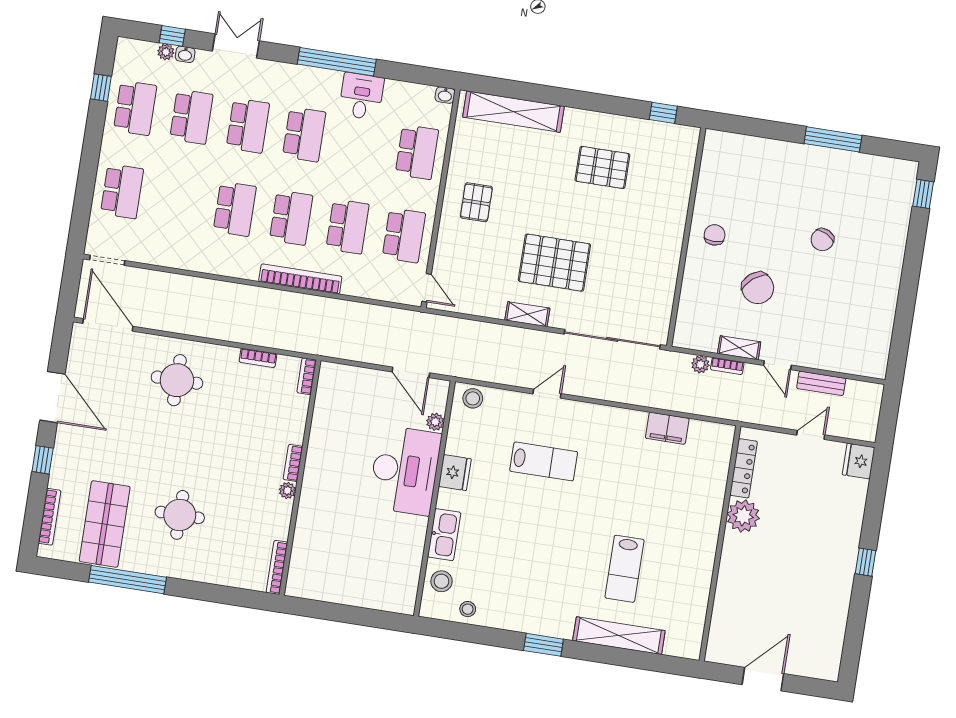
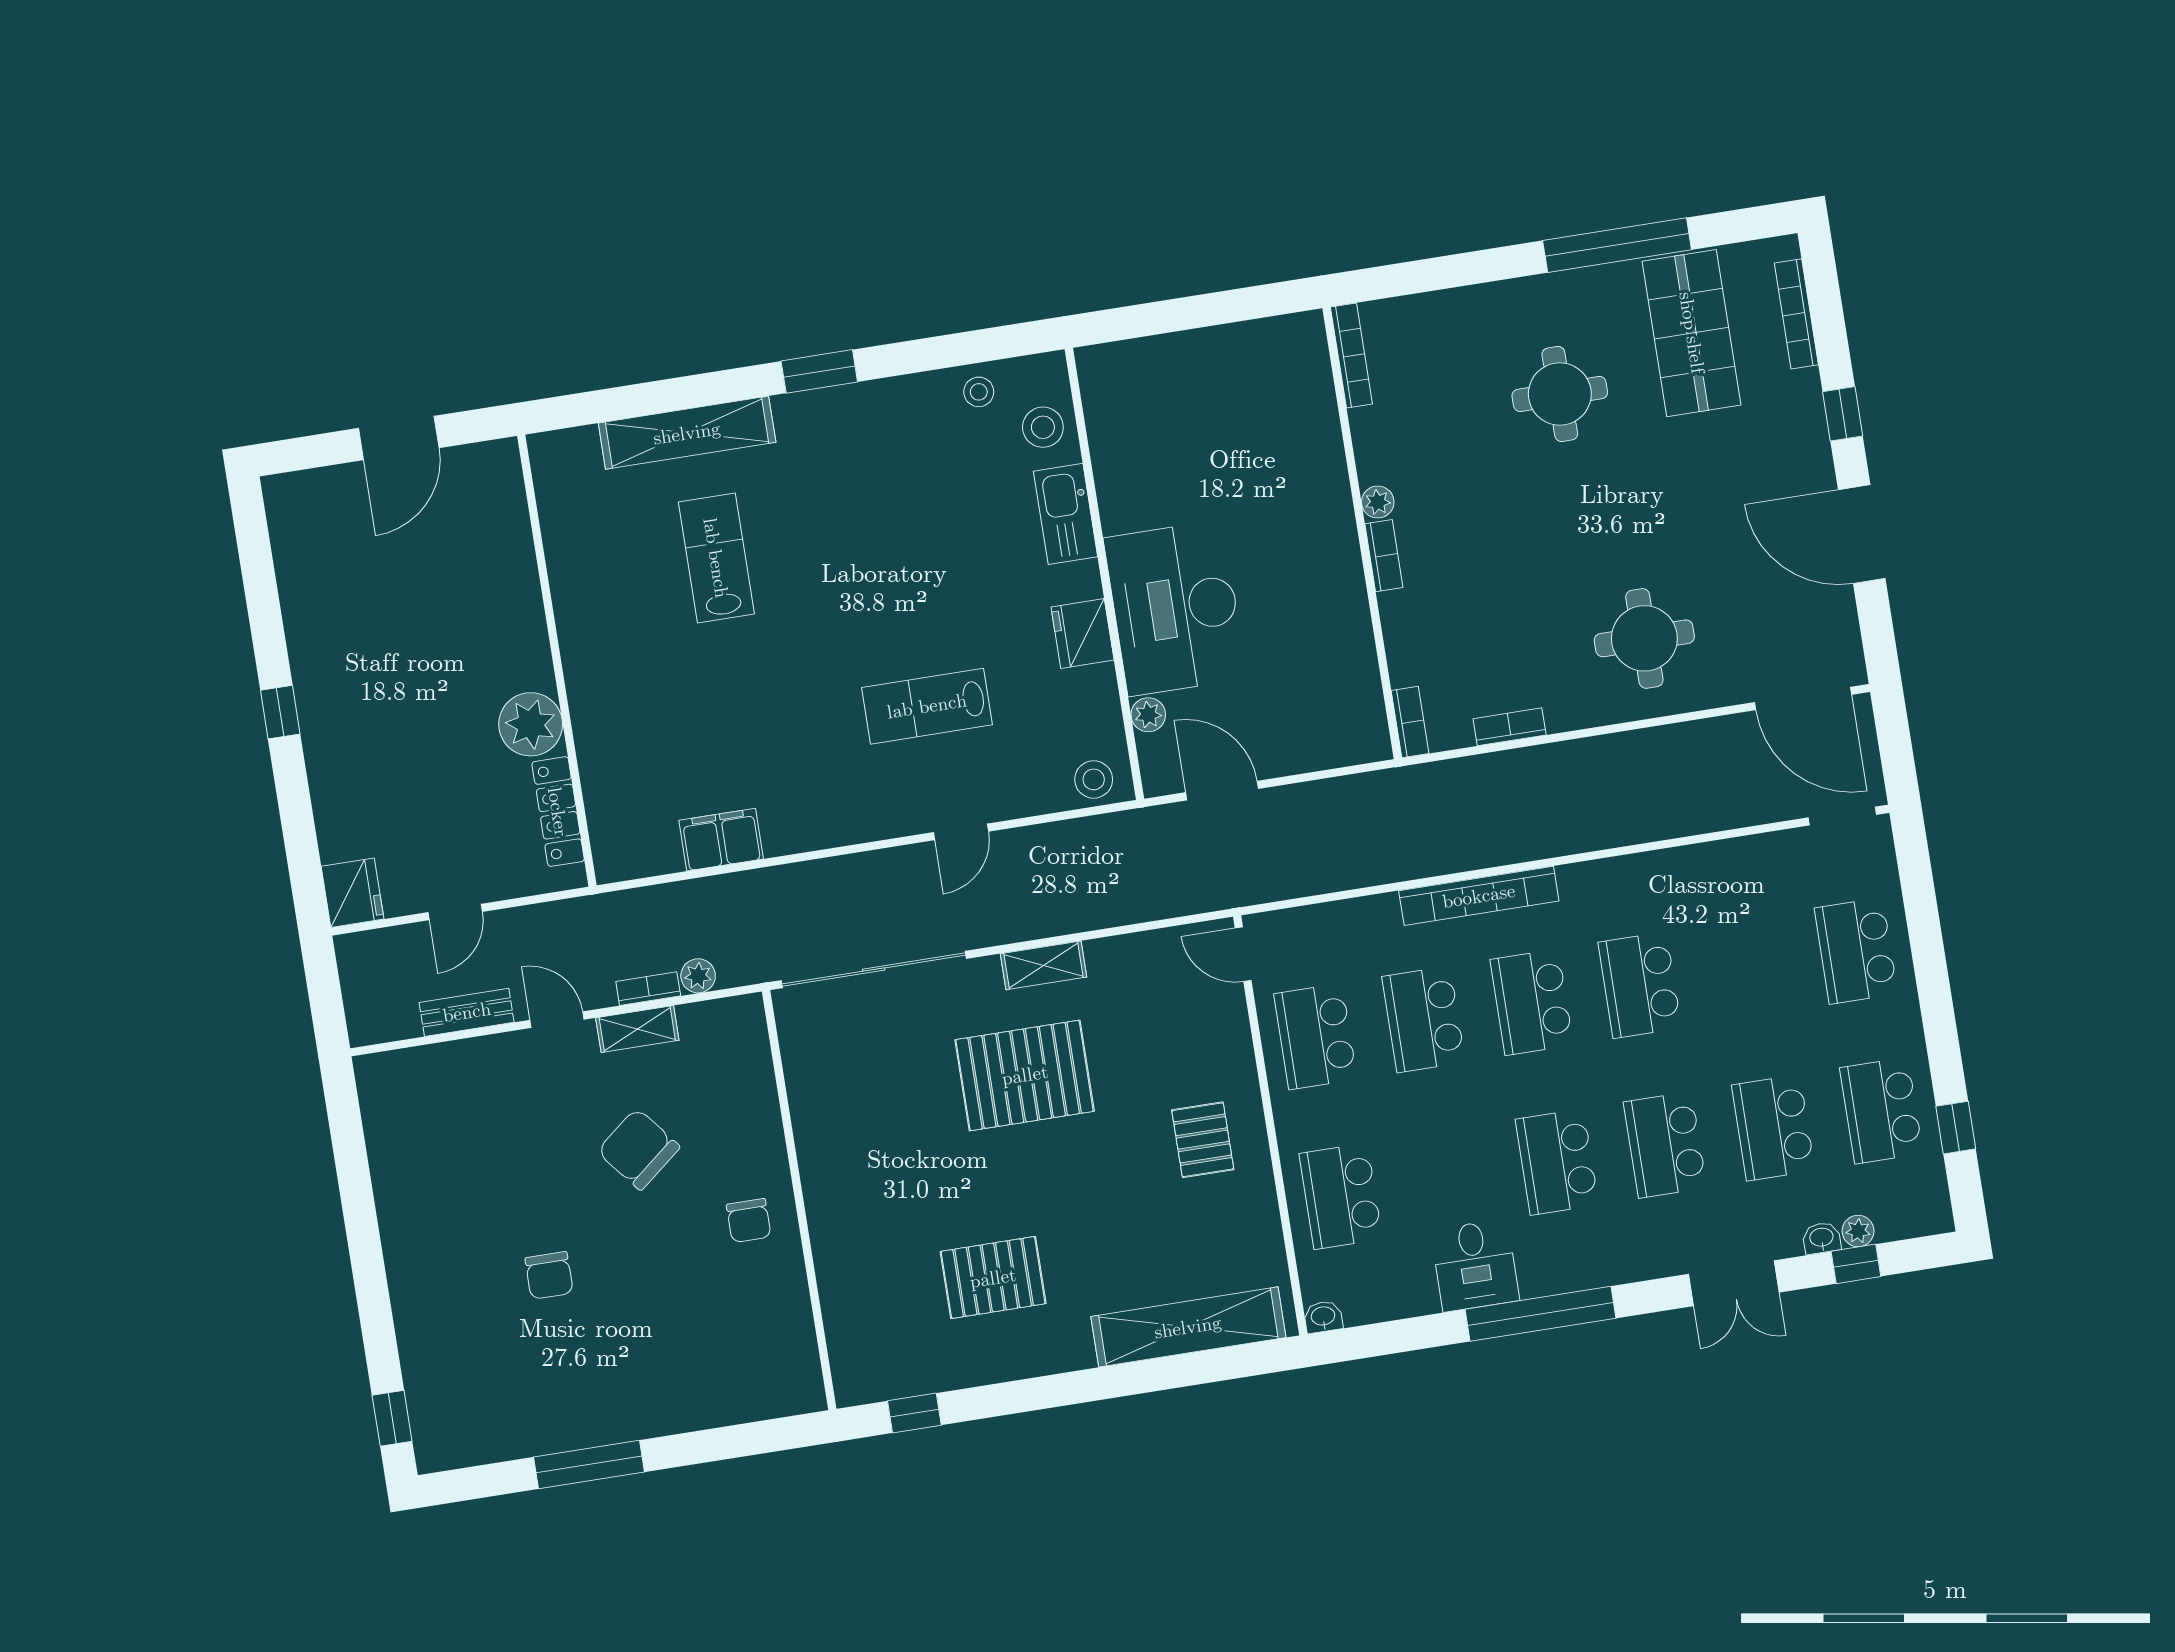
chair: (822, 240) -> (549, 1275), turned 153

